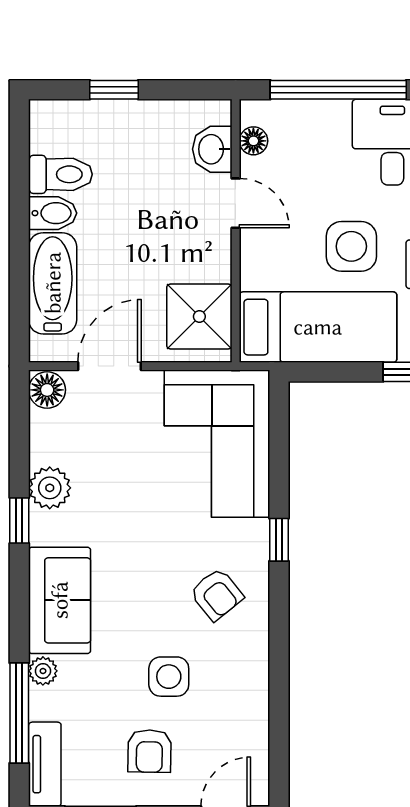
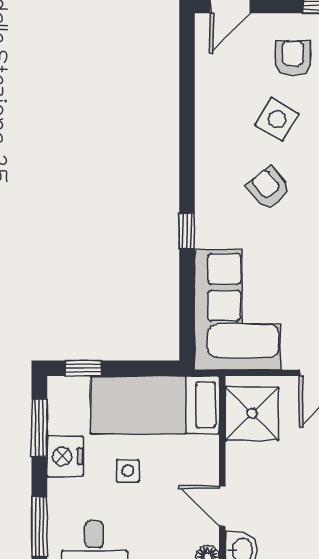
side table: (351, 246) -> (128, 471), width x0.54, depth x0.54
armchair: (217, 594) -> (269, 188), moved
side table: (169, 677) -> (277, 119), turned 31

